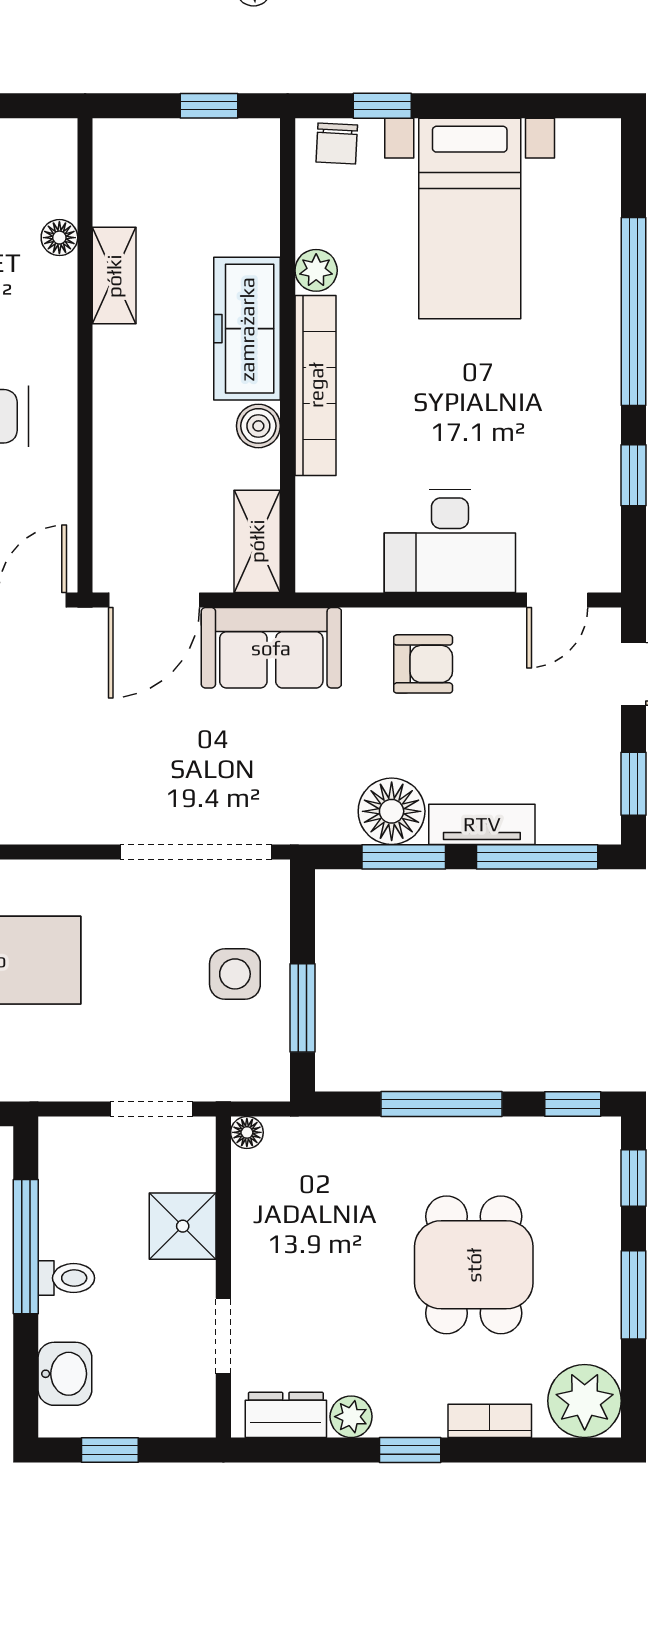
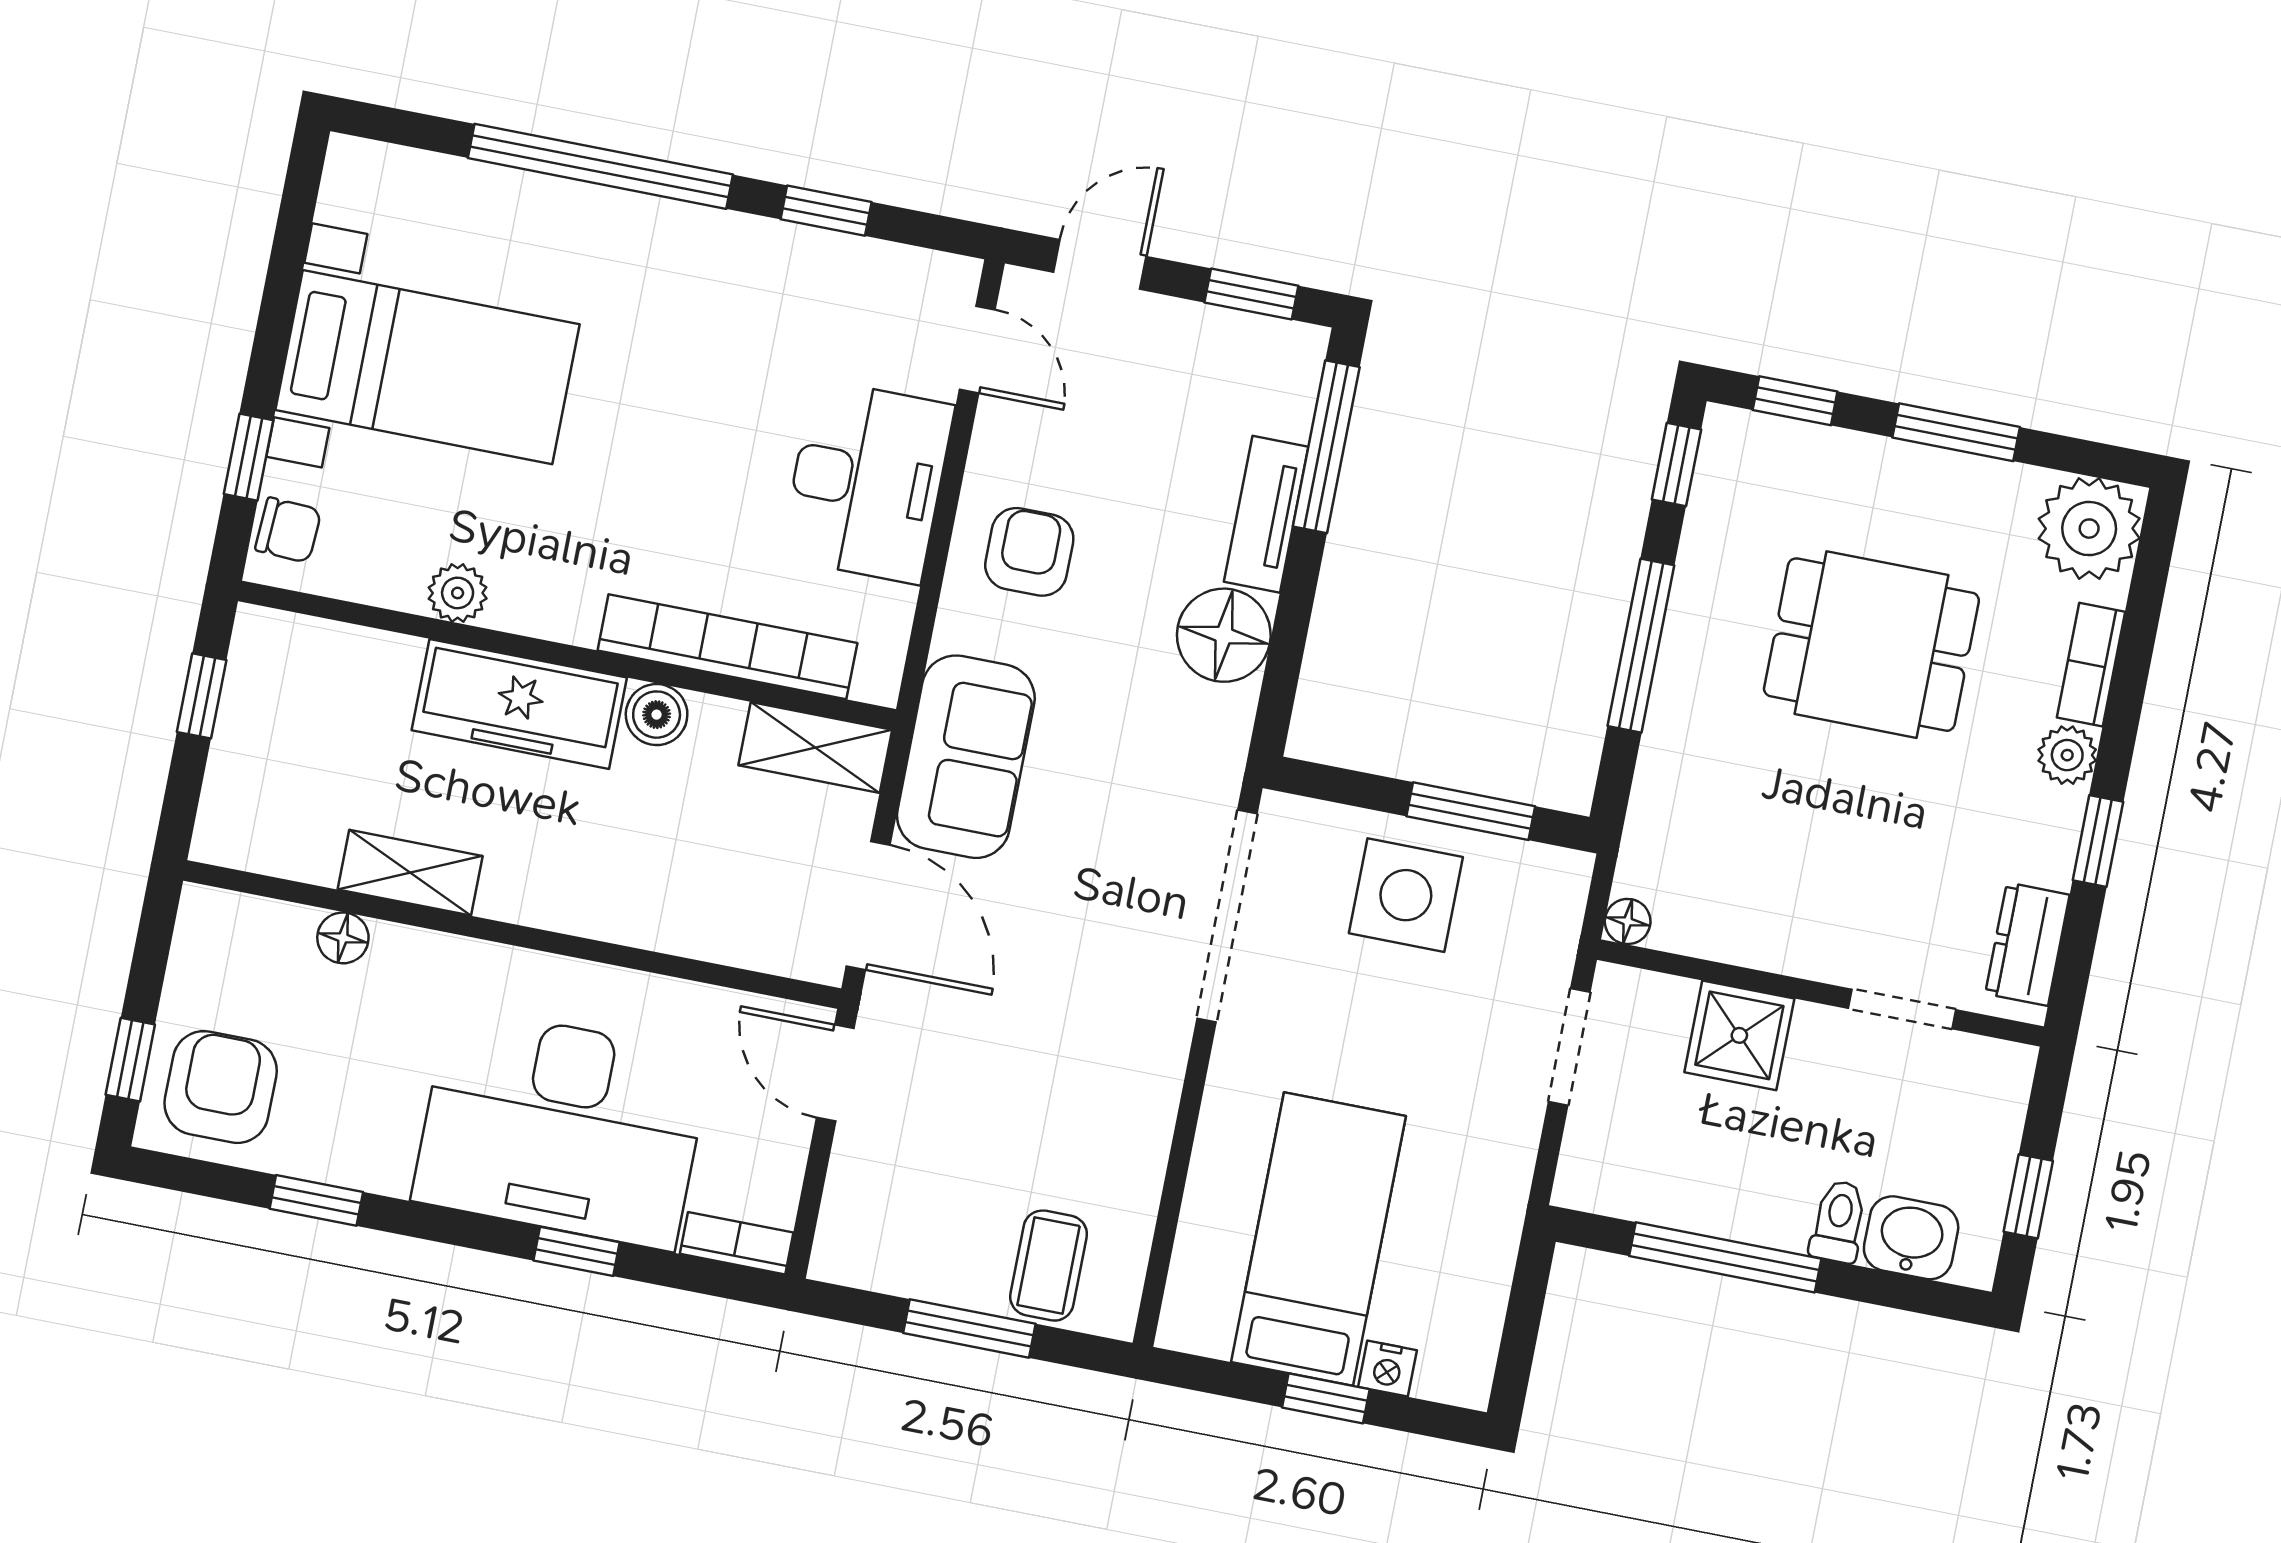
bookcase: (316, 385) -> (727, 647), moved
window: (404, 857) -> (1290, 631), removed
side table: (235, 974) -> (1406, 895), width x1.37, depth x1.37
toilet: (66, 1278) -> (1838, 1222), moved
plant: (351, 1417) -> (2067, 755), moved
window: (410, 1450) -> (2098, 841), moved

